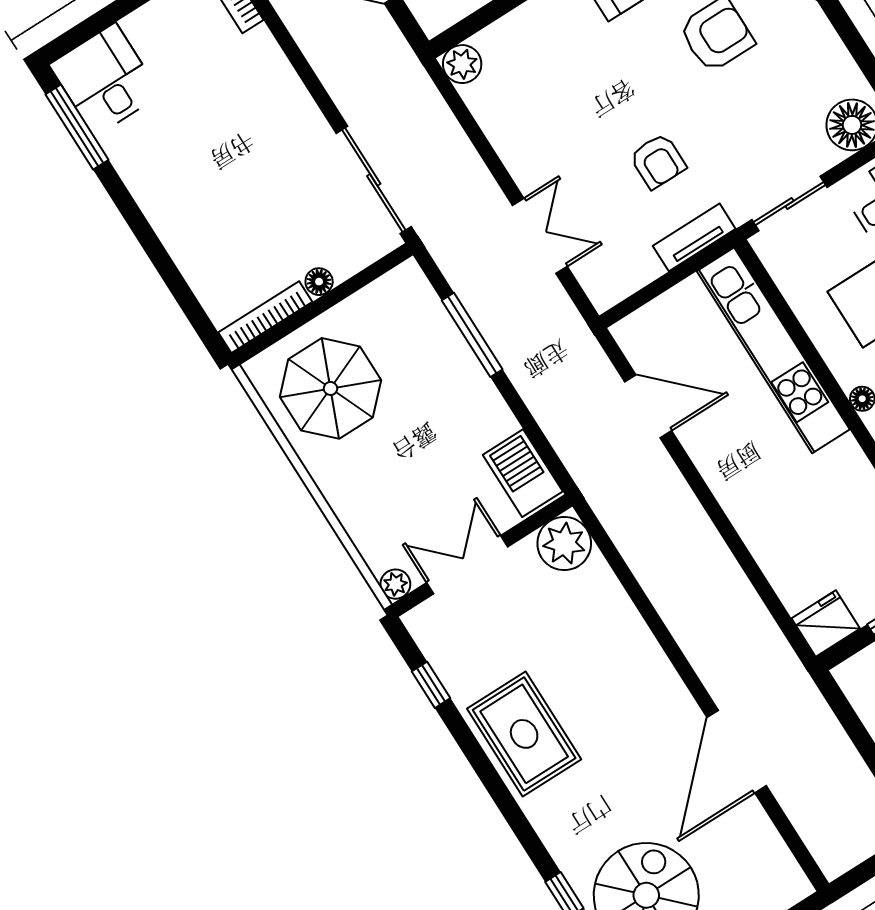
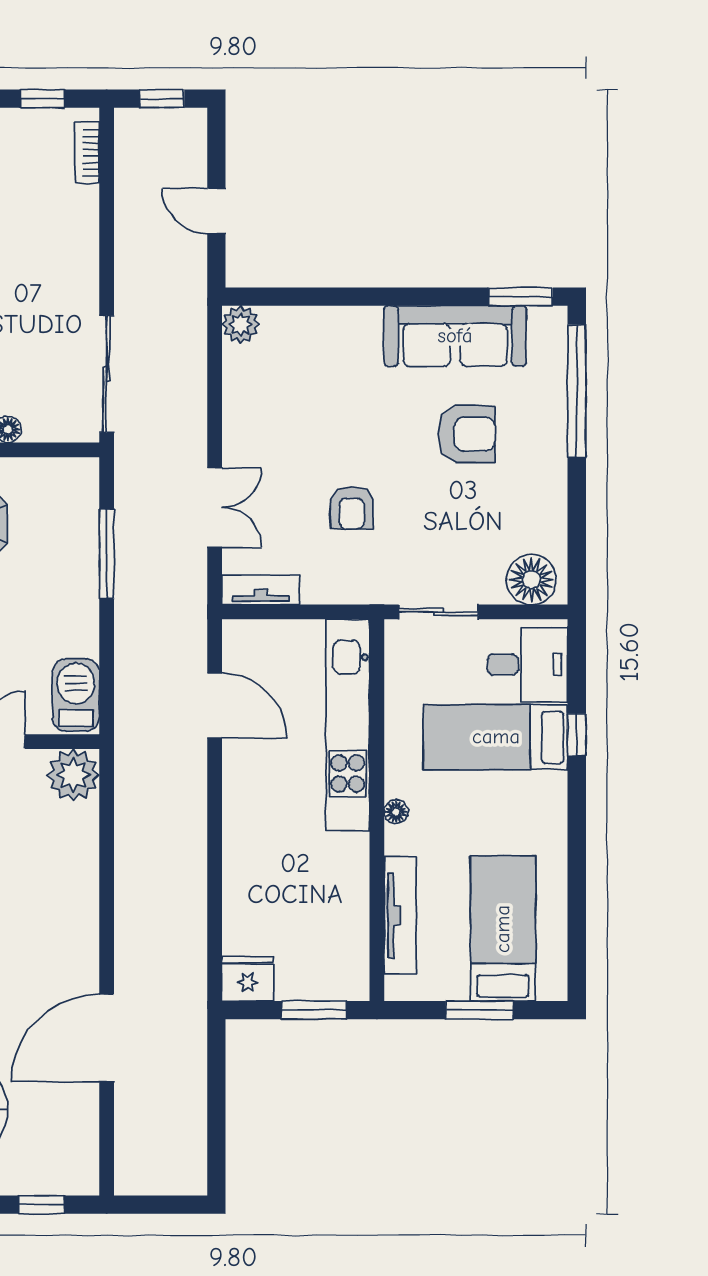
tv unit: (694, 237) -> (261, 590), moved

